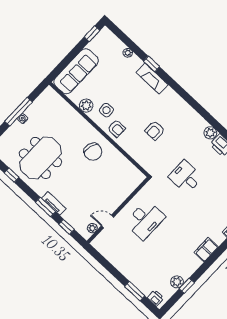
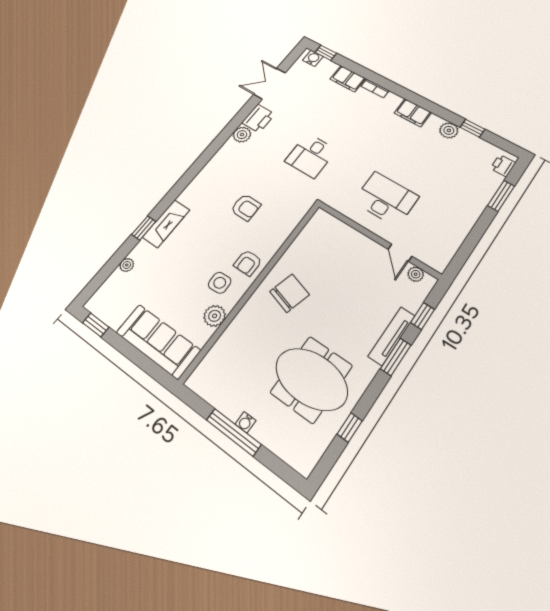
armchair: (116, 128) -> (248, 263), turned 180
tv unit: (54, 203) -> (392, 336), width x1.41
plant: (177, 282) -> (449, 130), moved

